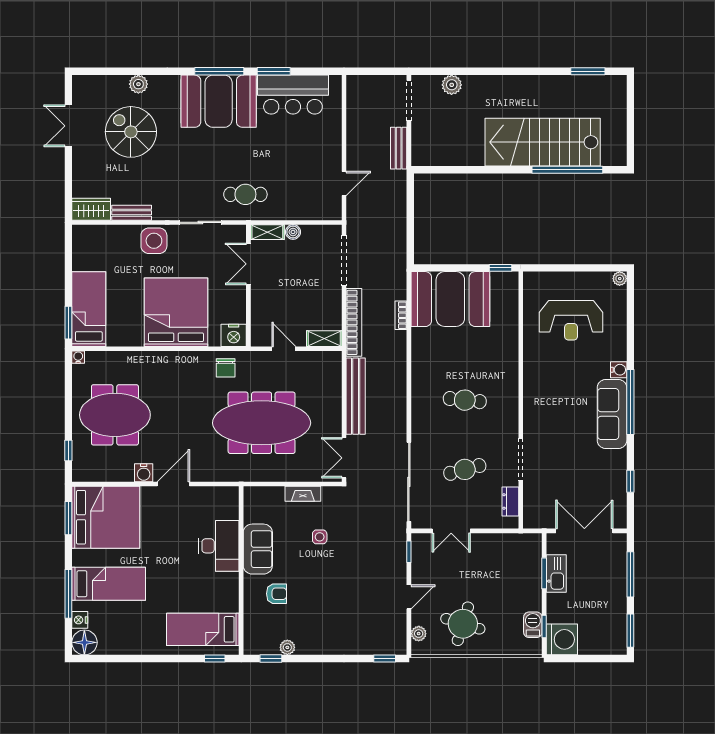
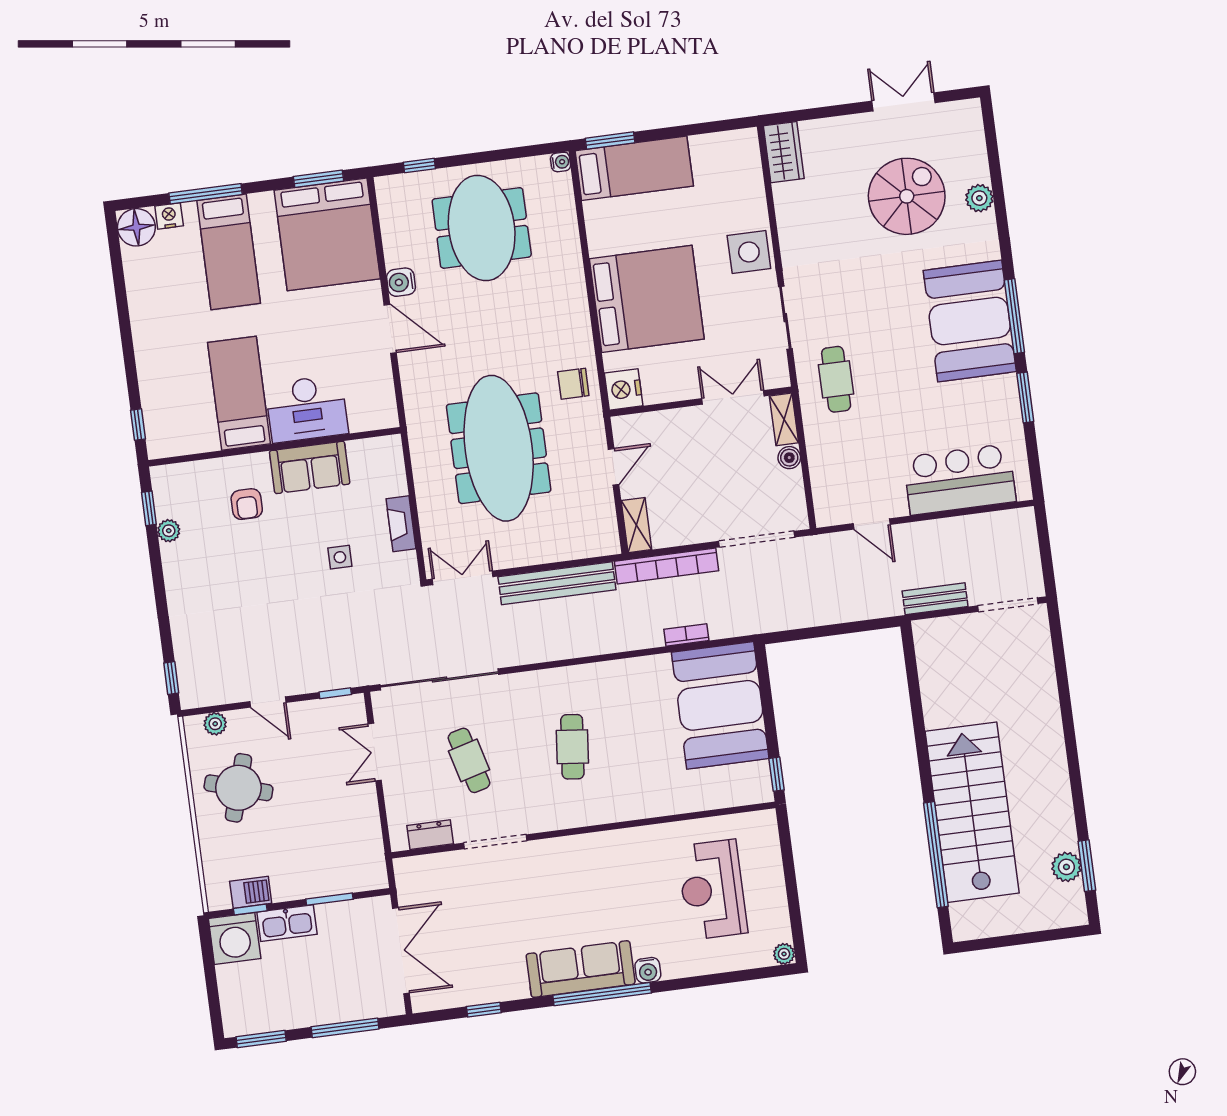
plant: (452, 85) -> (1066, 867), moved
bar counter: (293, 95) -> (960, 479), moved, turned 90
bench: (132, 213) -> (786, 213), removed
kitchen sink: (556, 574) -> (287, 923), moved
bed: (203, 629) -> (239, 393), moved

